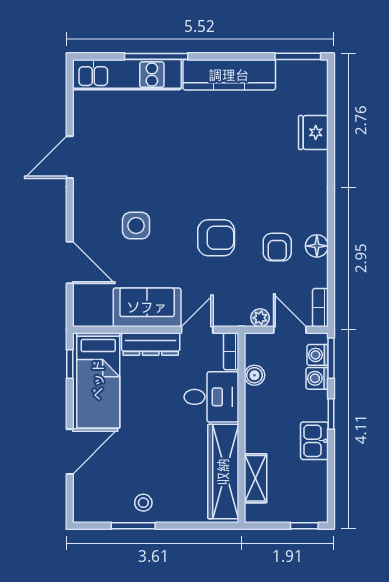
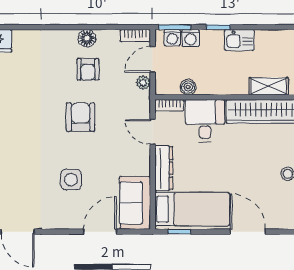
armchair: (277, 247) -> (88, 69), turned 90
sofa: (147, 307) -> (135, 203), moved

